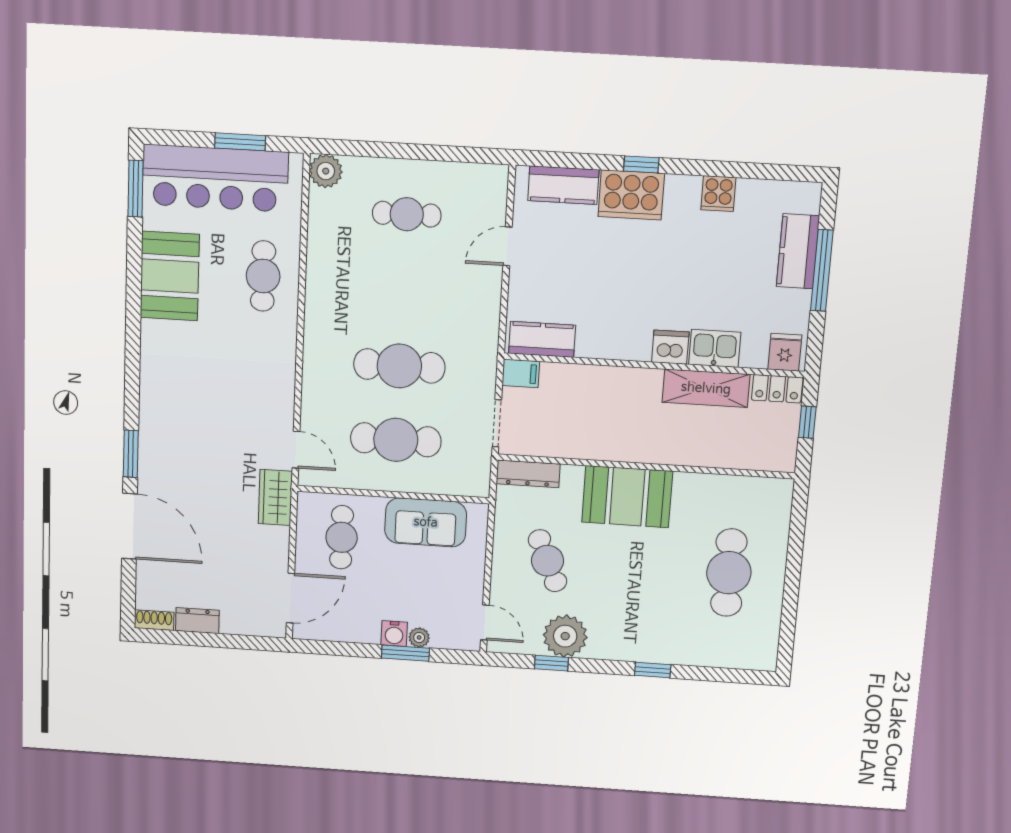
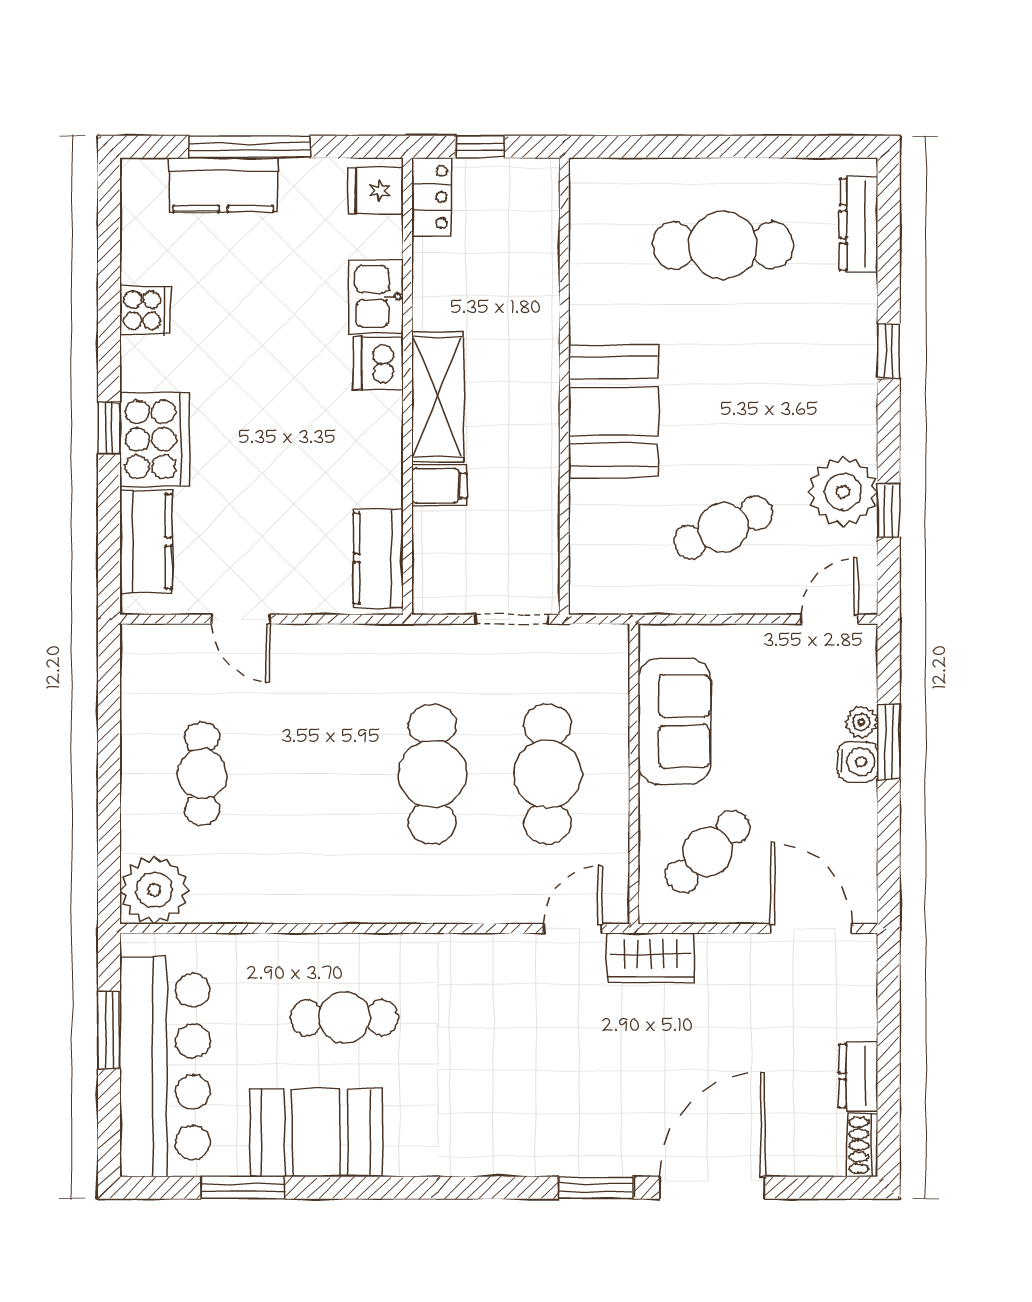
plant: (326, 171) -> (154, 890), width x1.36, depth x1.36
window: (135, 189) -> (243, 1188), moved
cafe table: (263, 276) -> (344, 1018), moved
filing cabinet: (521, 373) -> (439, 486), moved, turned 90
shelving: (706, 388) -> (438, 397), moved
dresser: (528, 474) -> (859, 224), moved, turned 180
cafe table: (342, 537) -> (707, 852), turned -44

